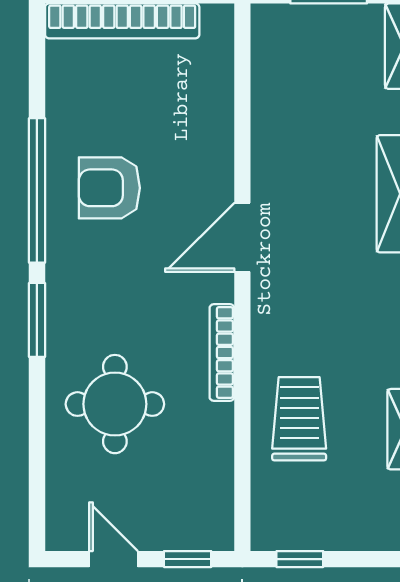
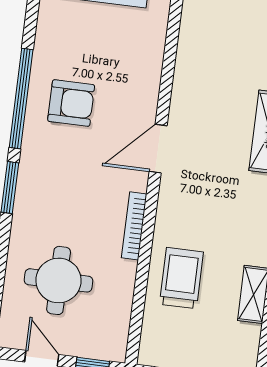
armchair: (109, 188) -> (71, 103), turned 180
round table: (115, 404) -> (59, 280), moved

